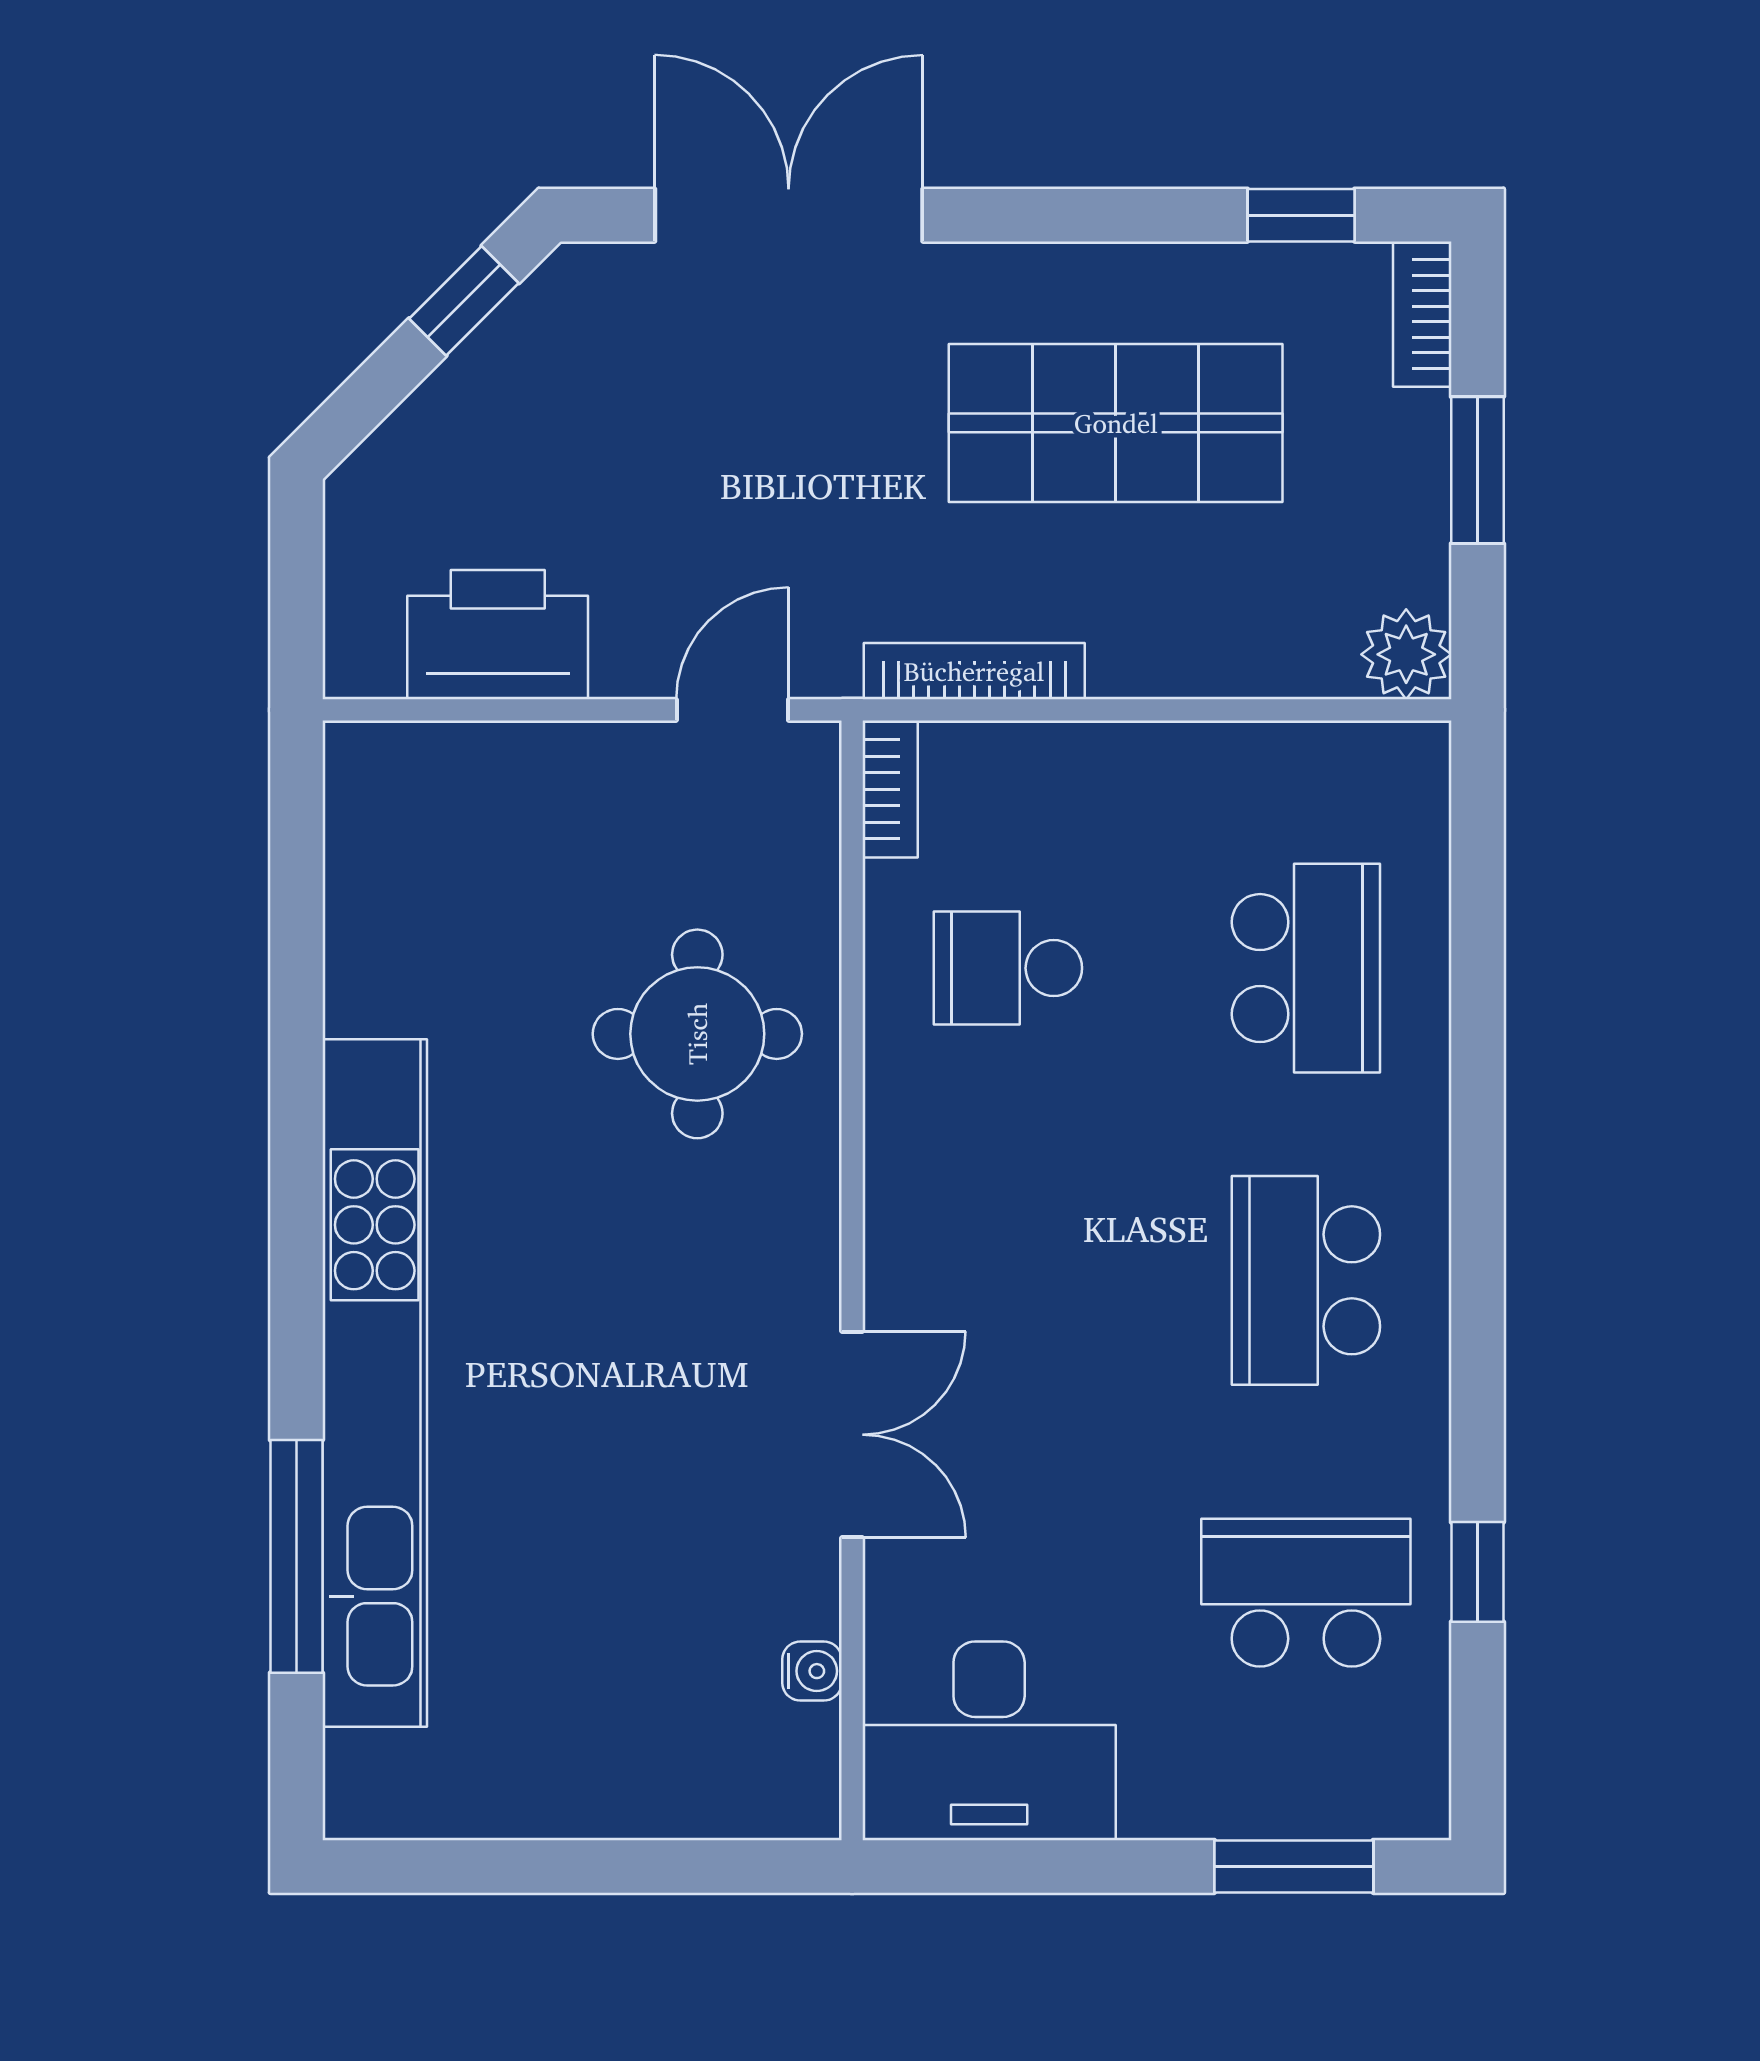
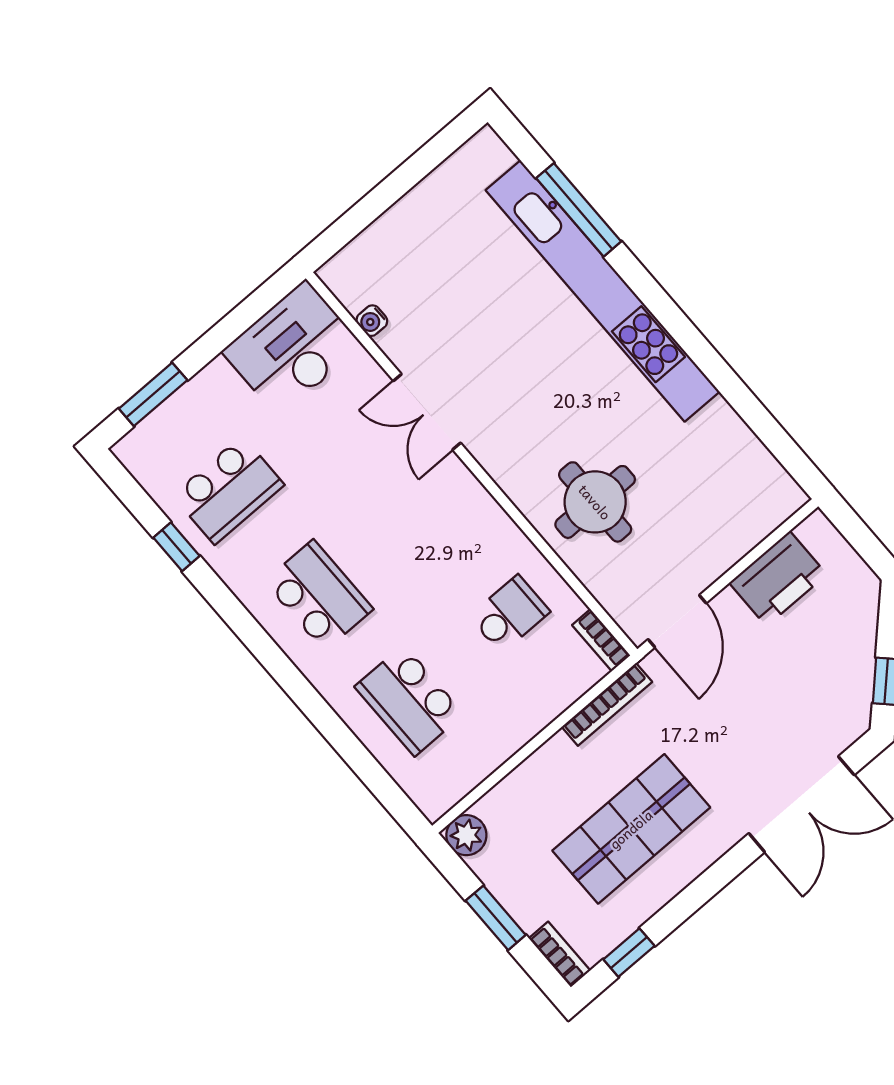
door: (732, 710) -> (677, 621), width x1.38

